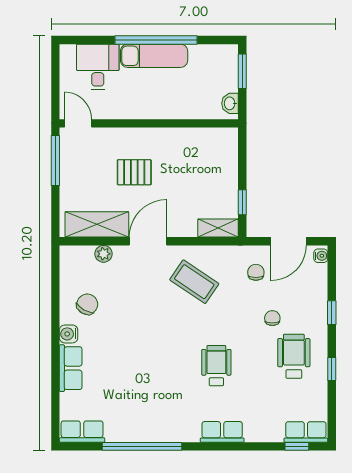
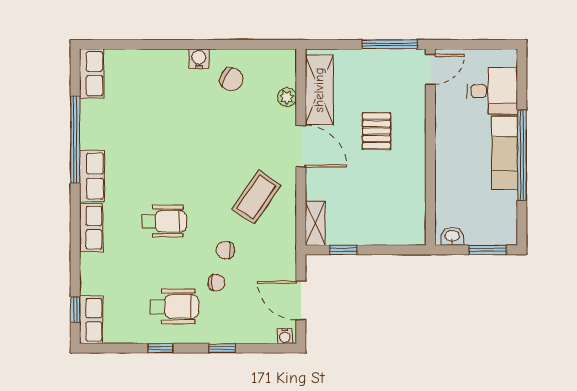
chair: (256, 272) -> (225, 250), moved, turned 180
row of seats: (71, 368) -> (92, 176), moved, turned -90

